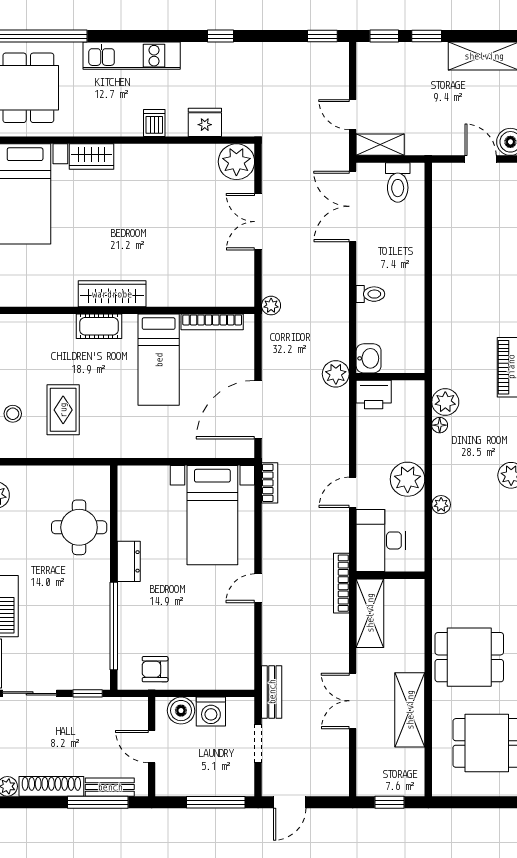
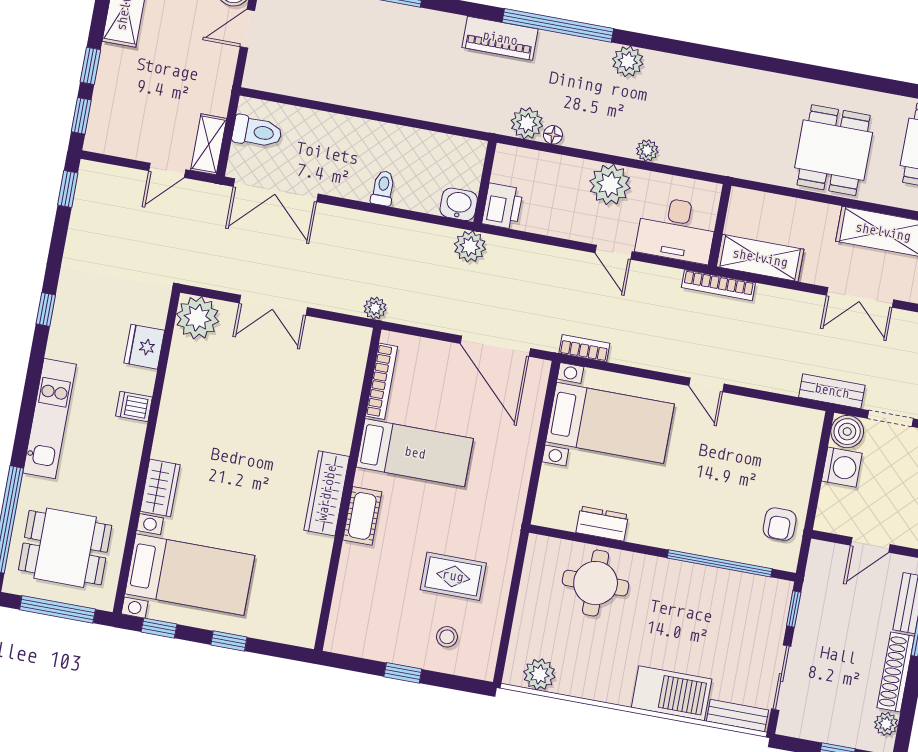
dresser: (129, 561) -> (602, 524), moved
boiler: (181, 711) -> (847, 432), moved

